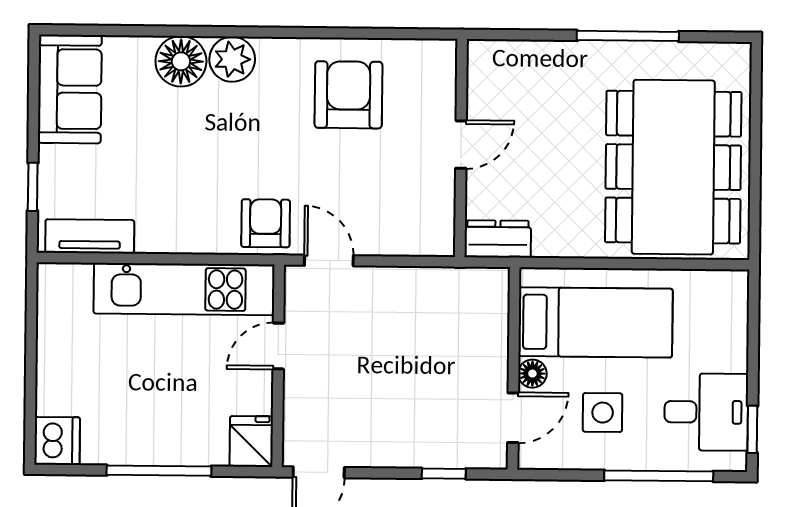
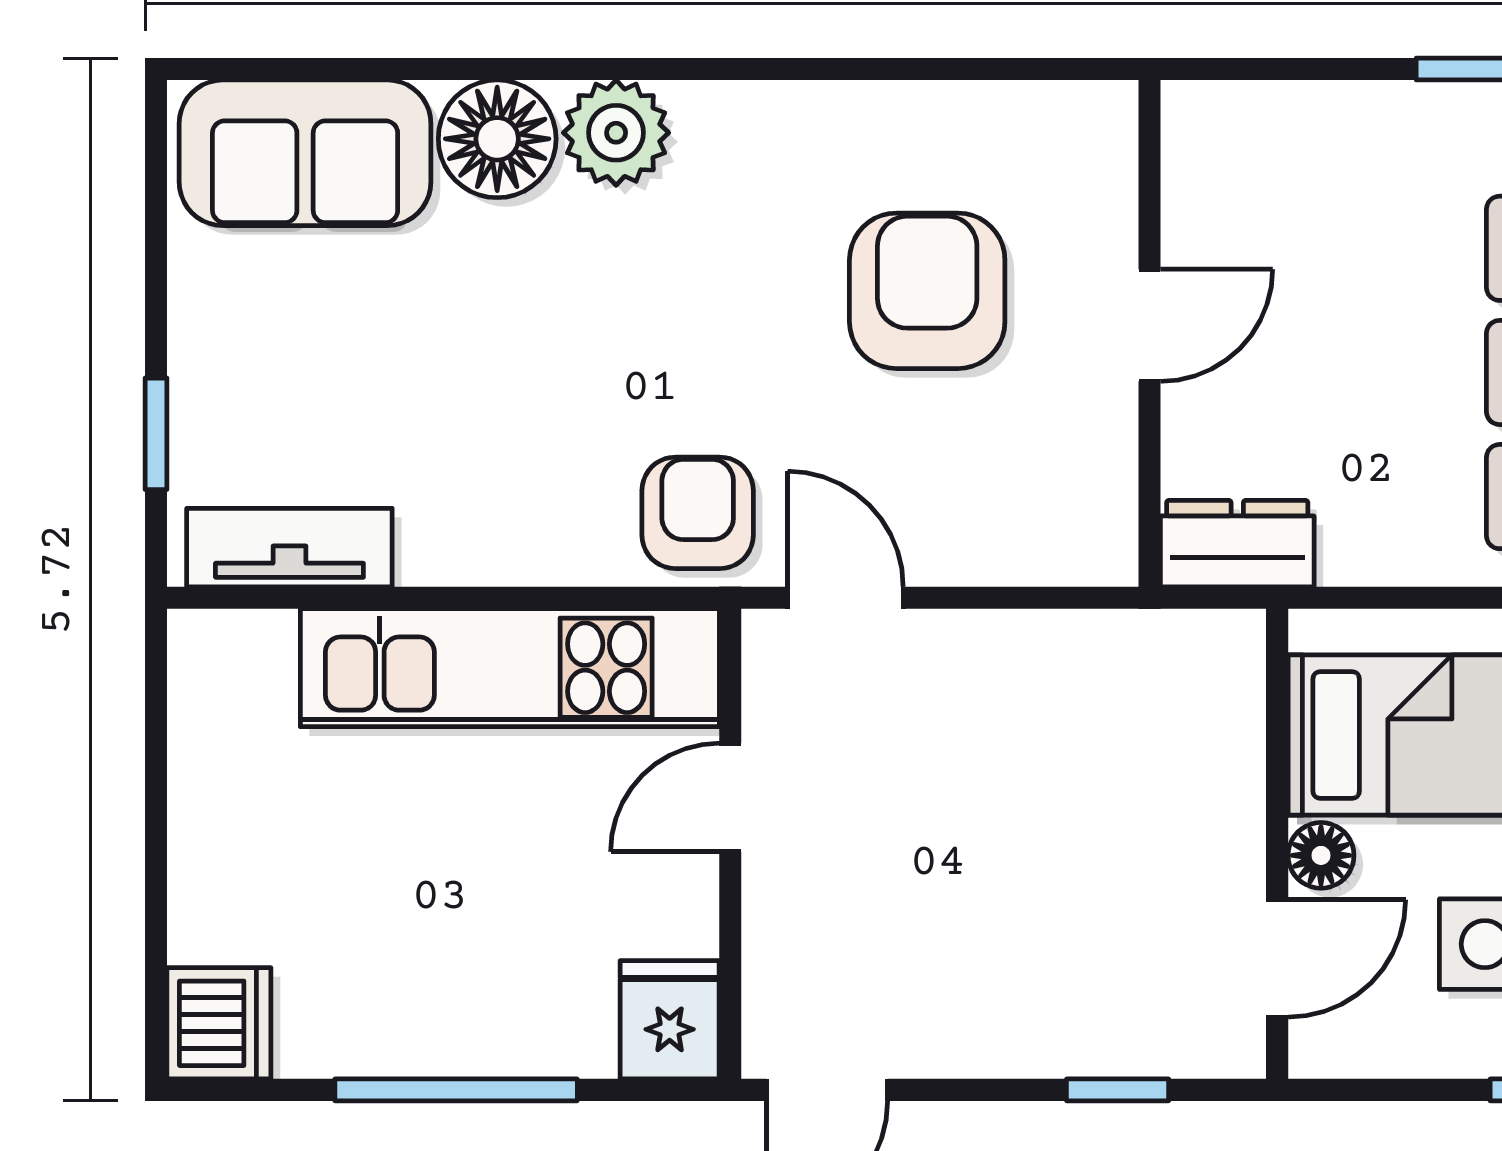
sofa: (70, 89) -> (305, 153), moved, turned 90
armchair: (349, 95) -> (927, 291), moved

